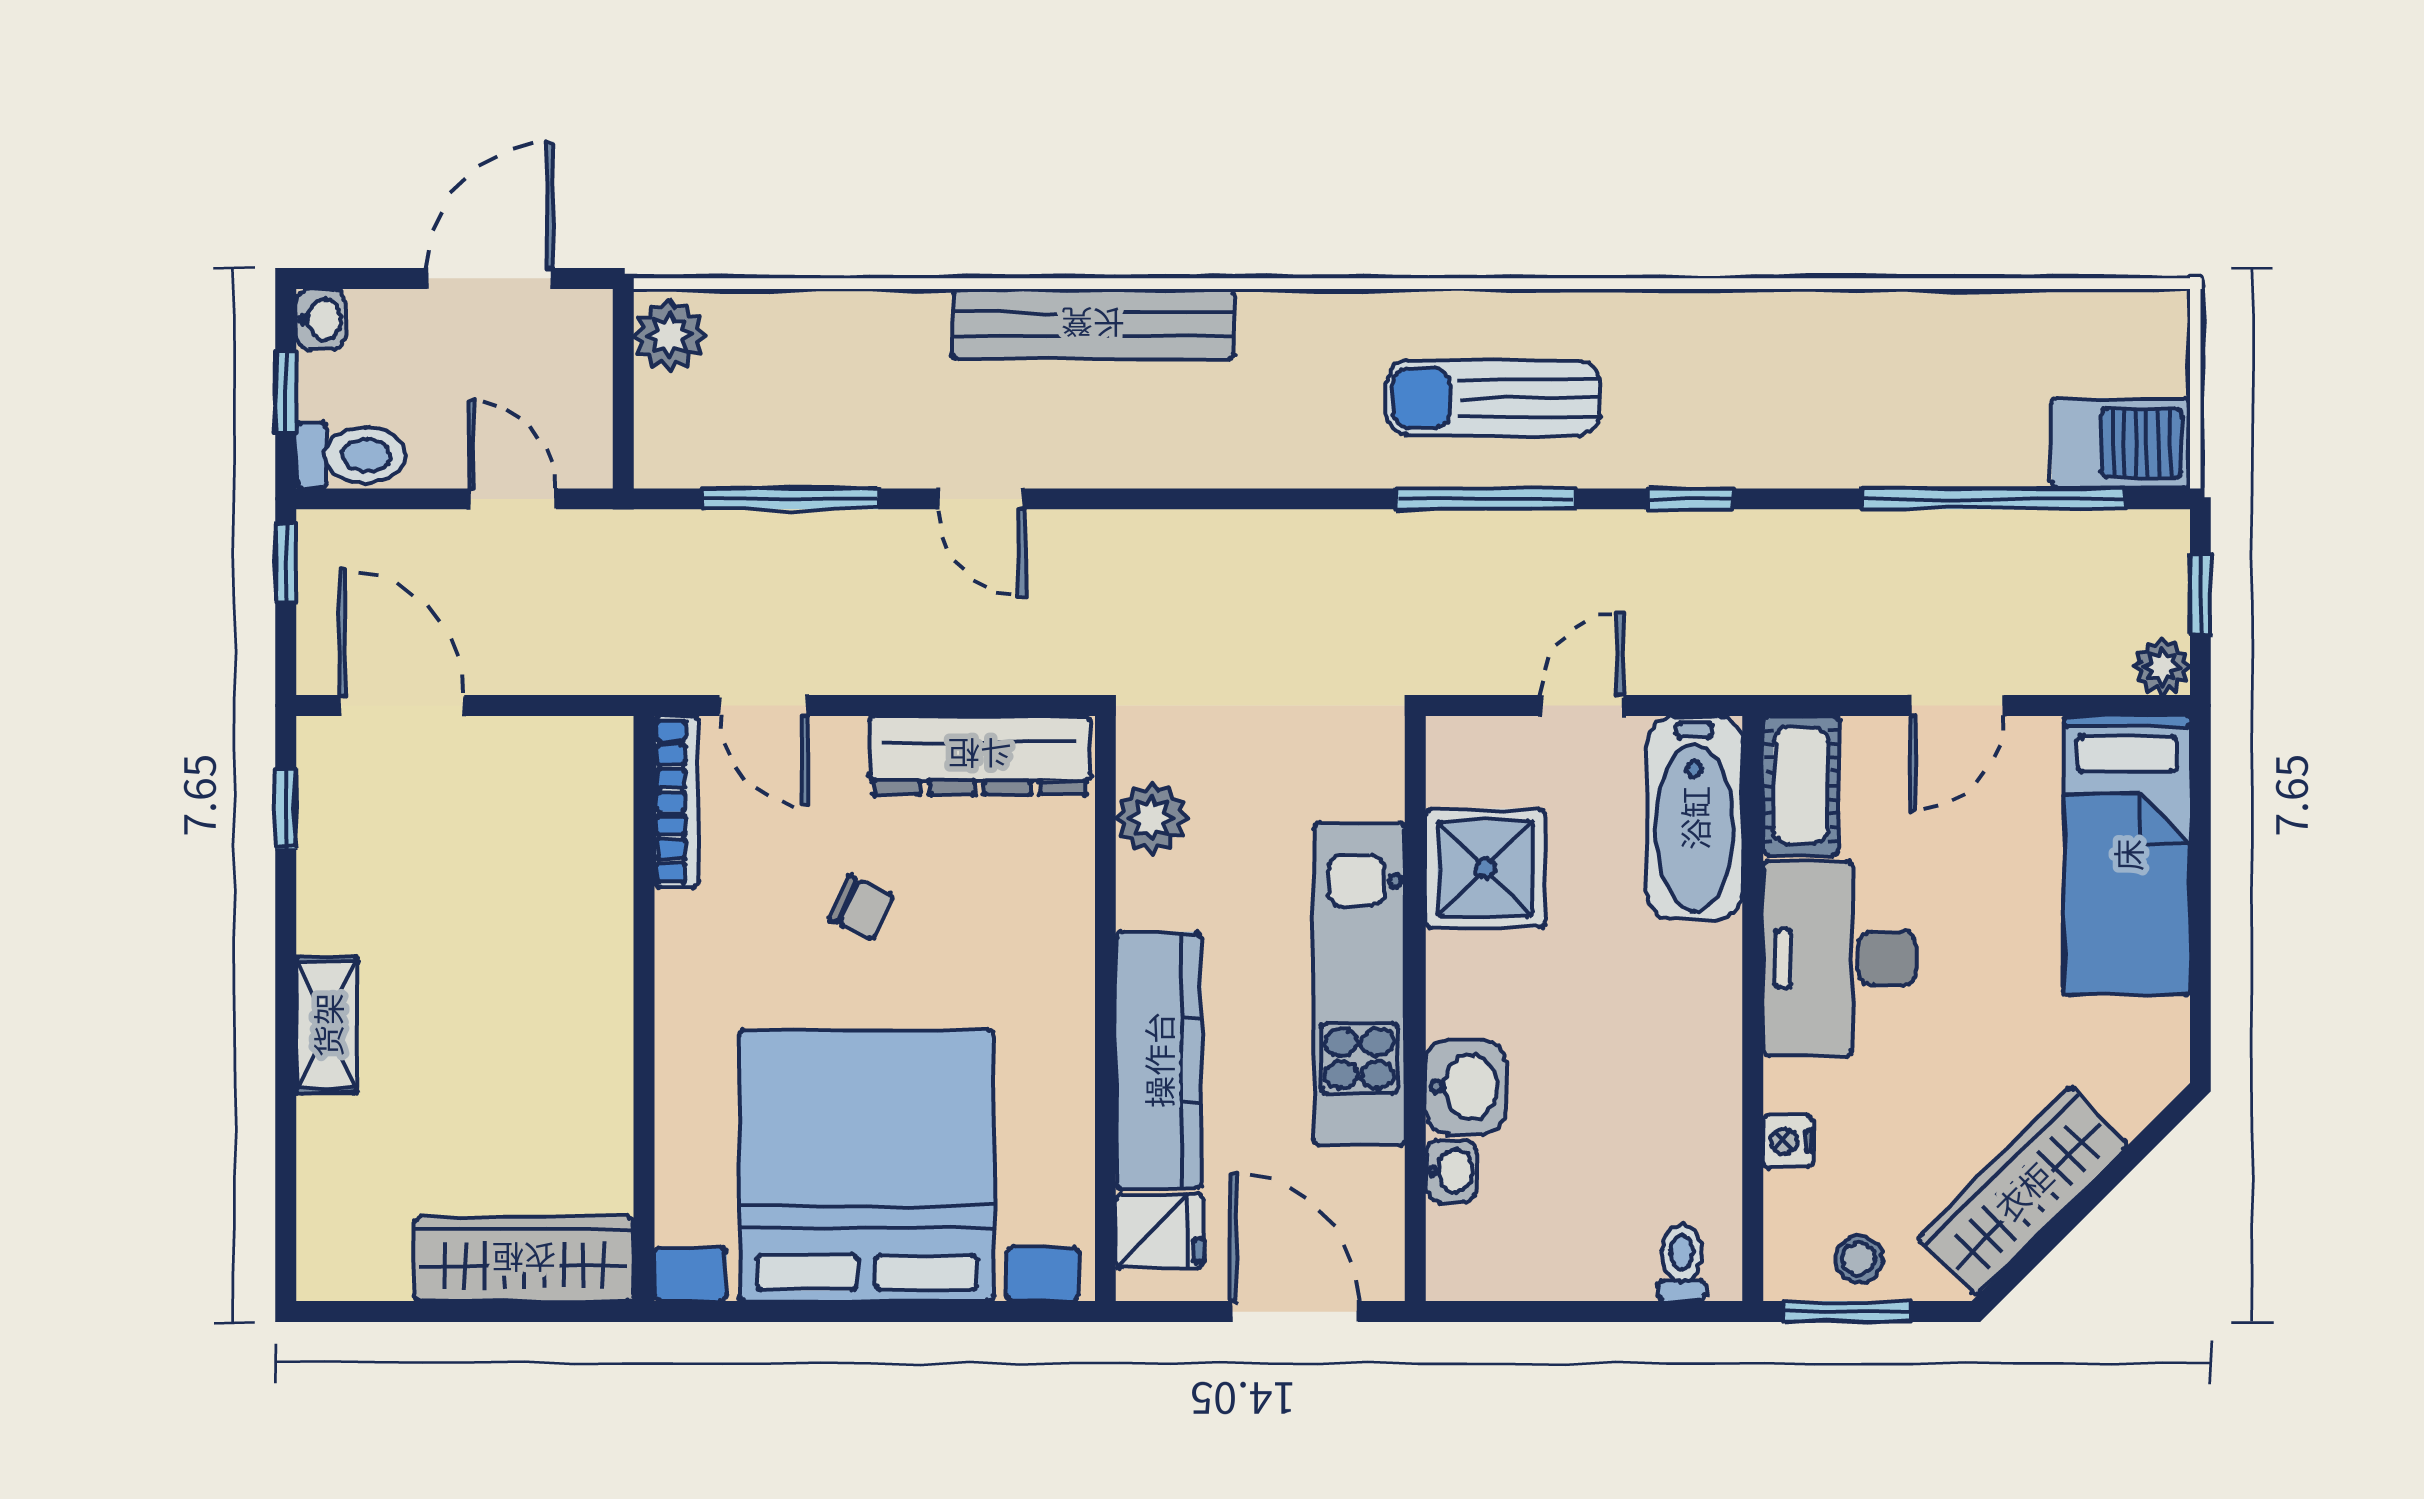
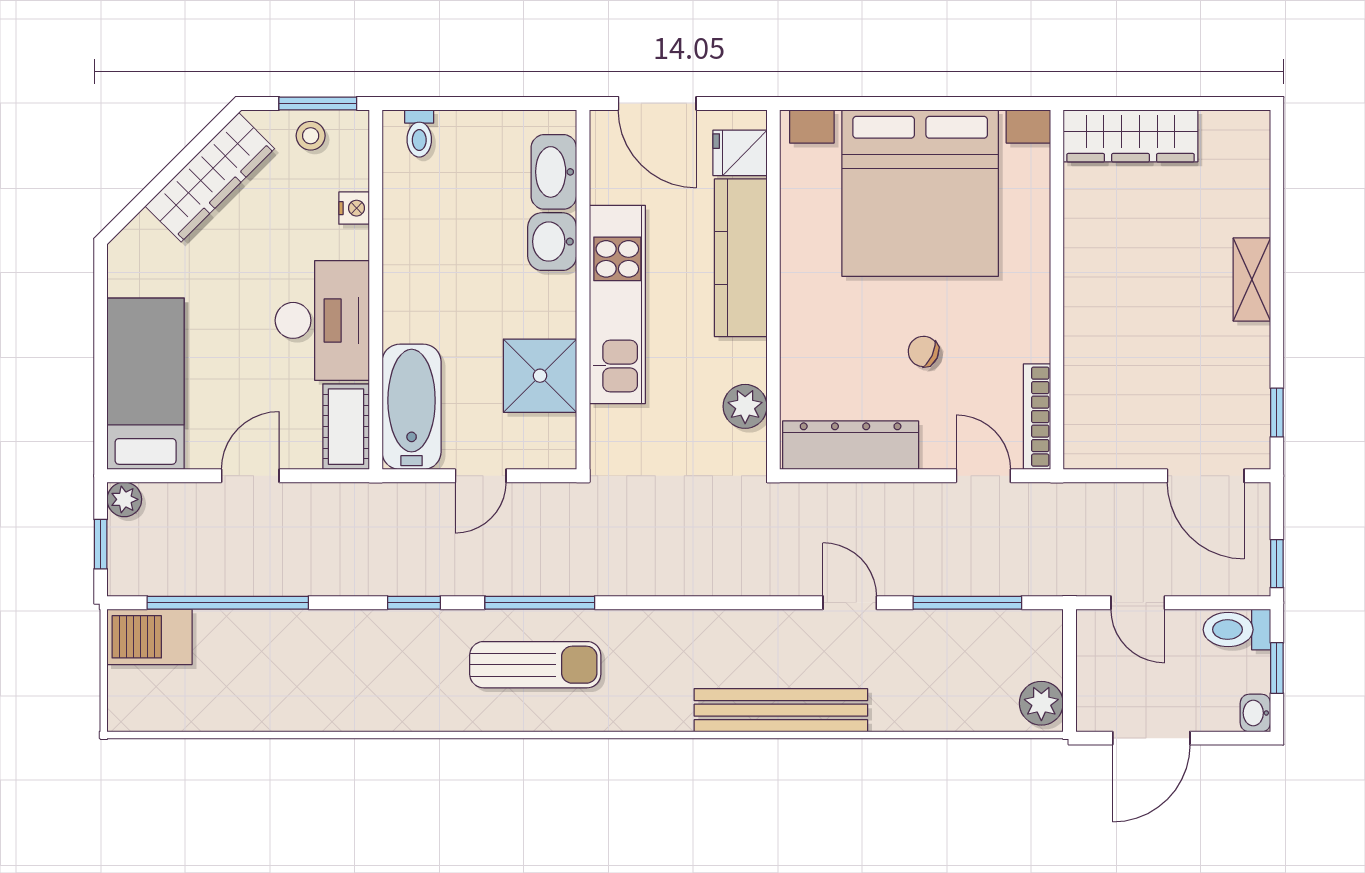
washbasin: (1451, 1171) -> (554, 172), width x1.91, depth x1.45

